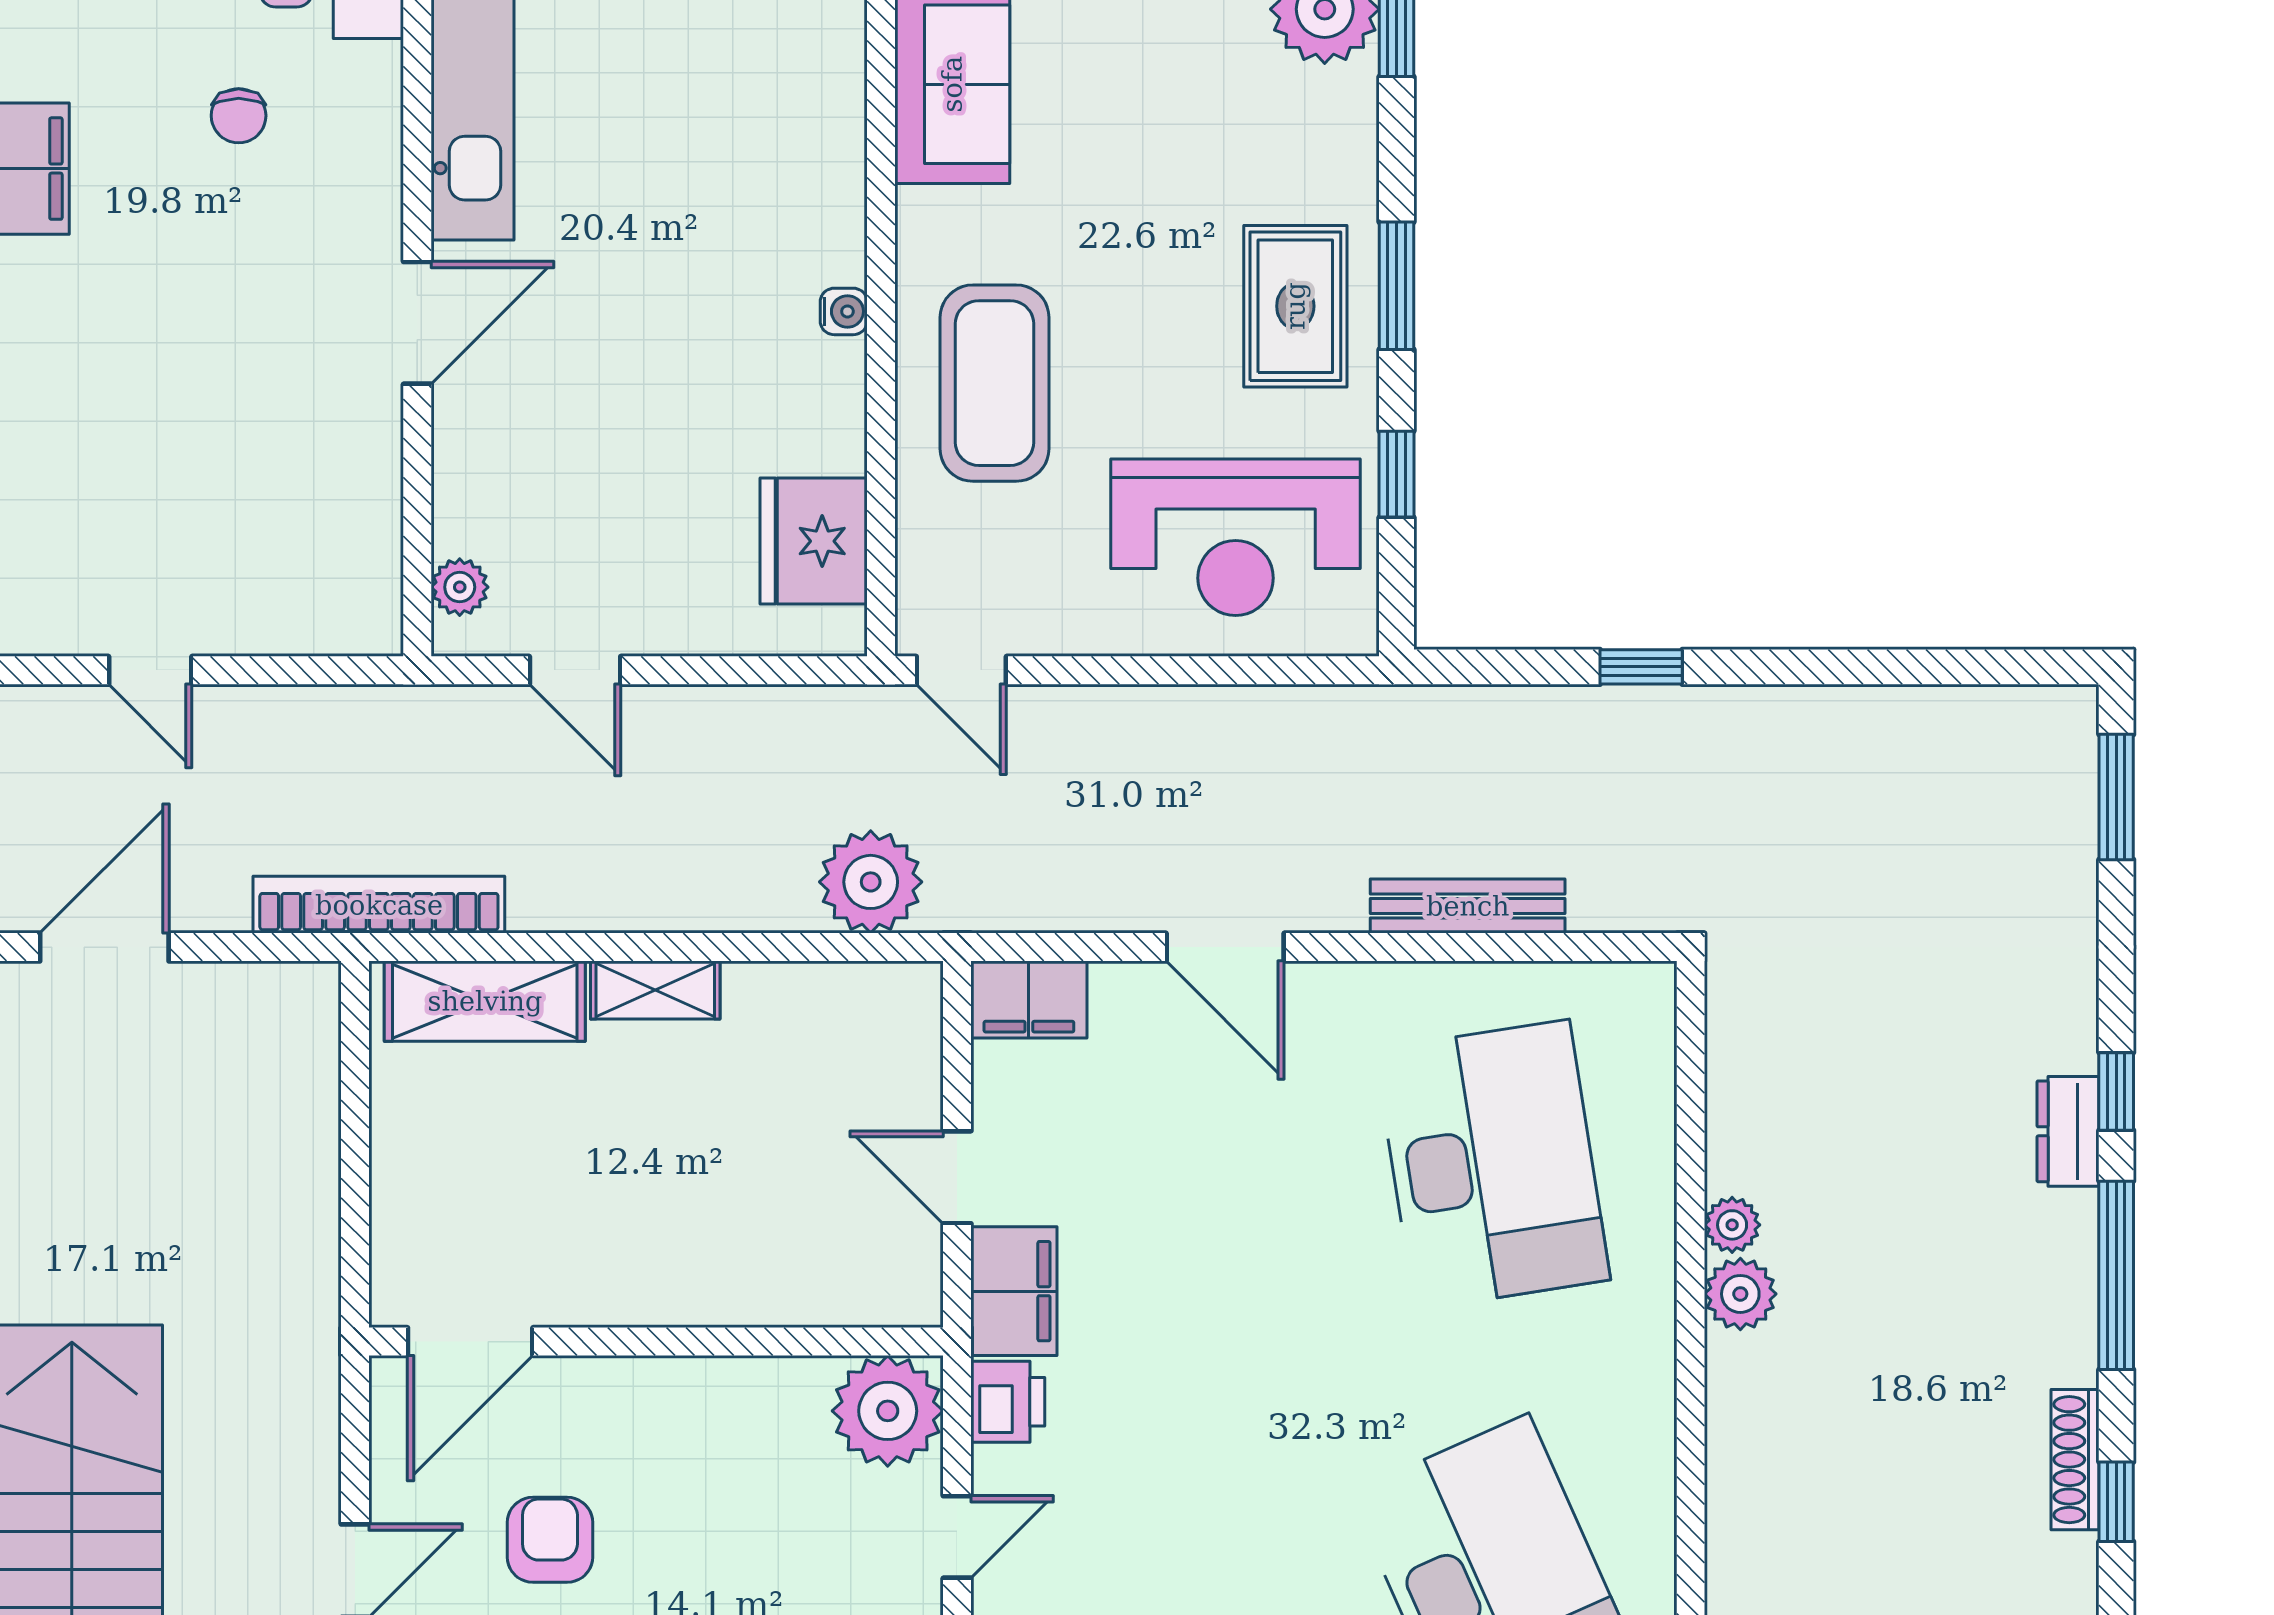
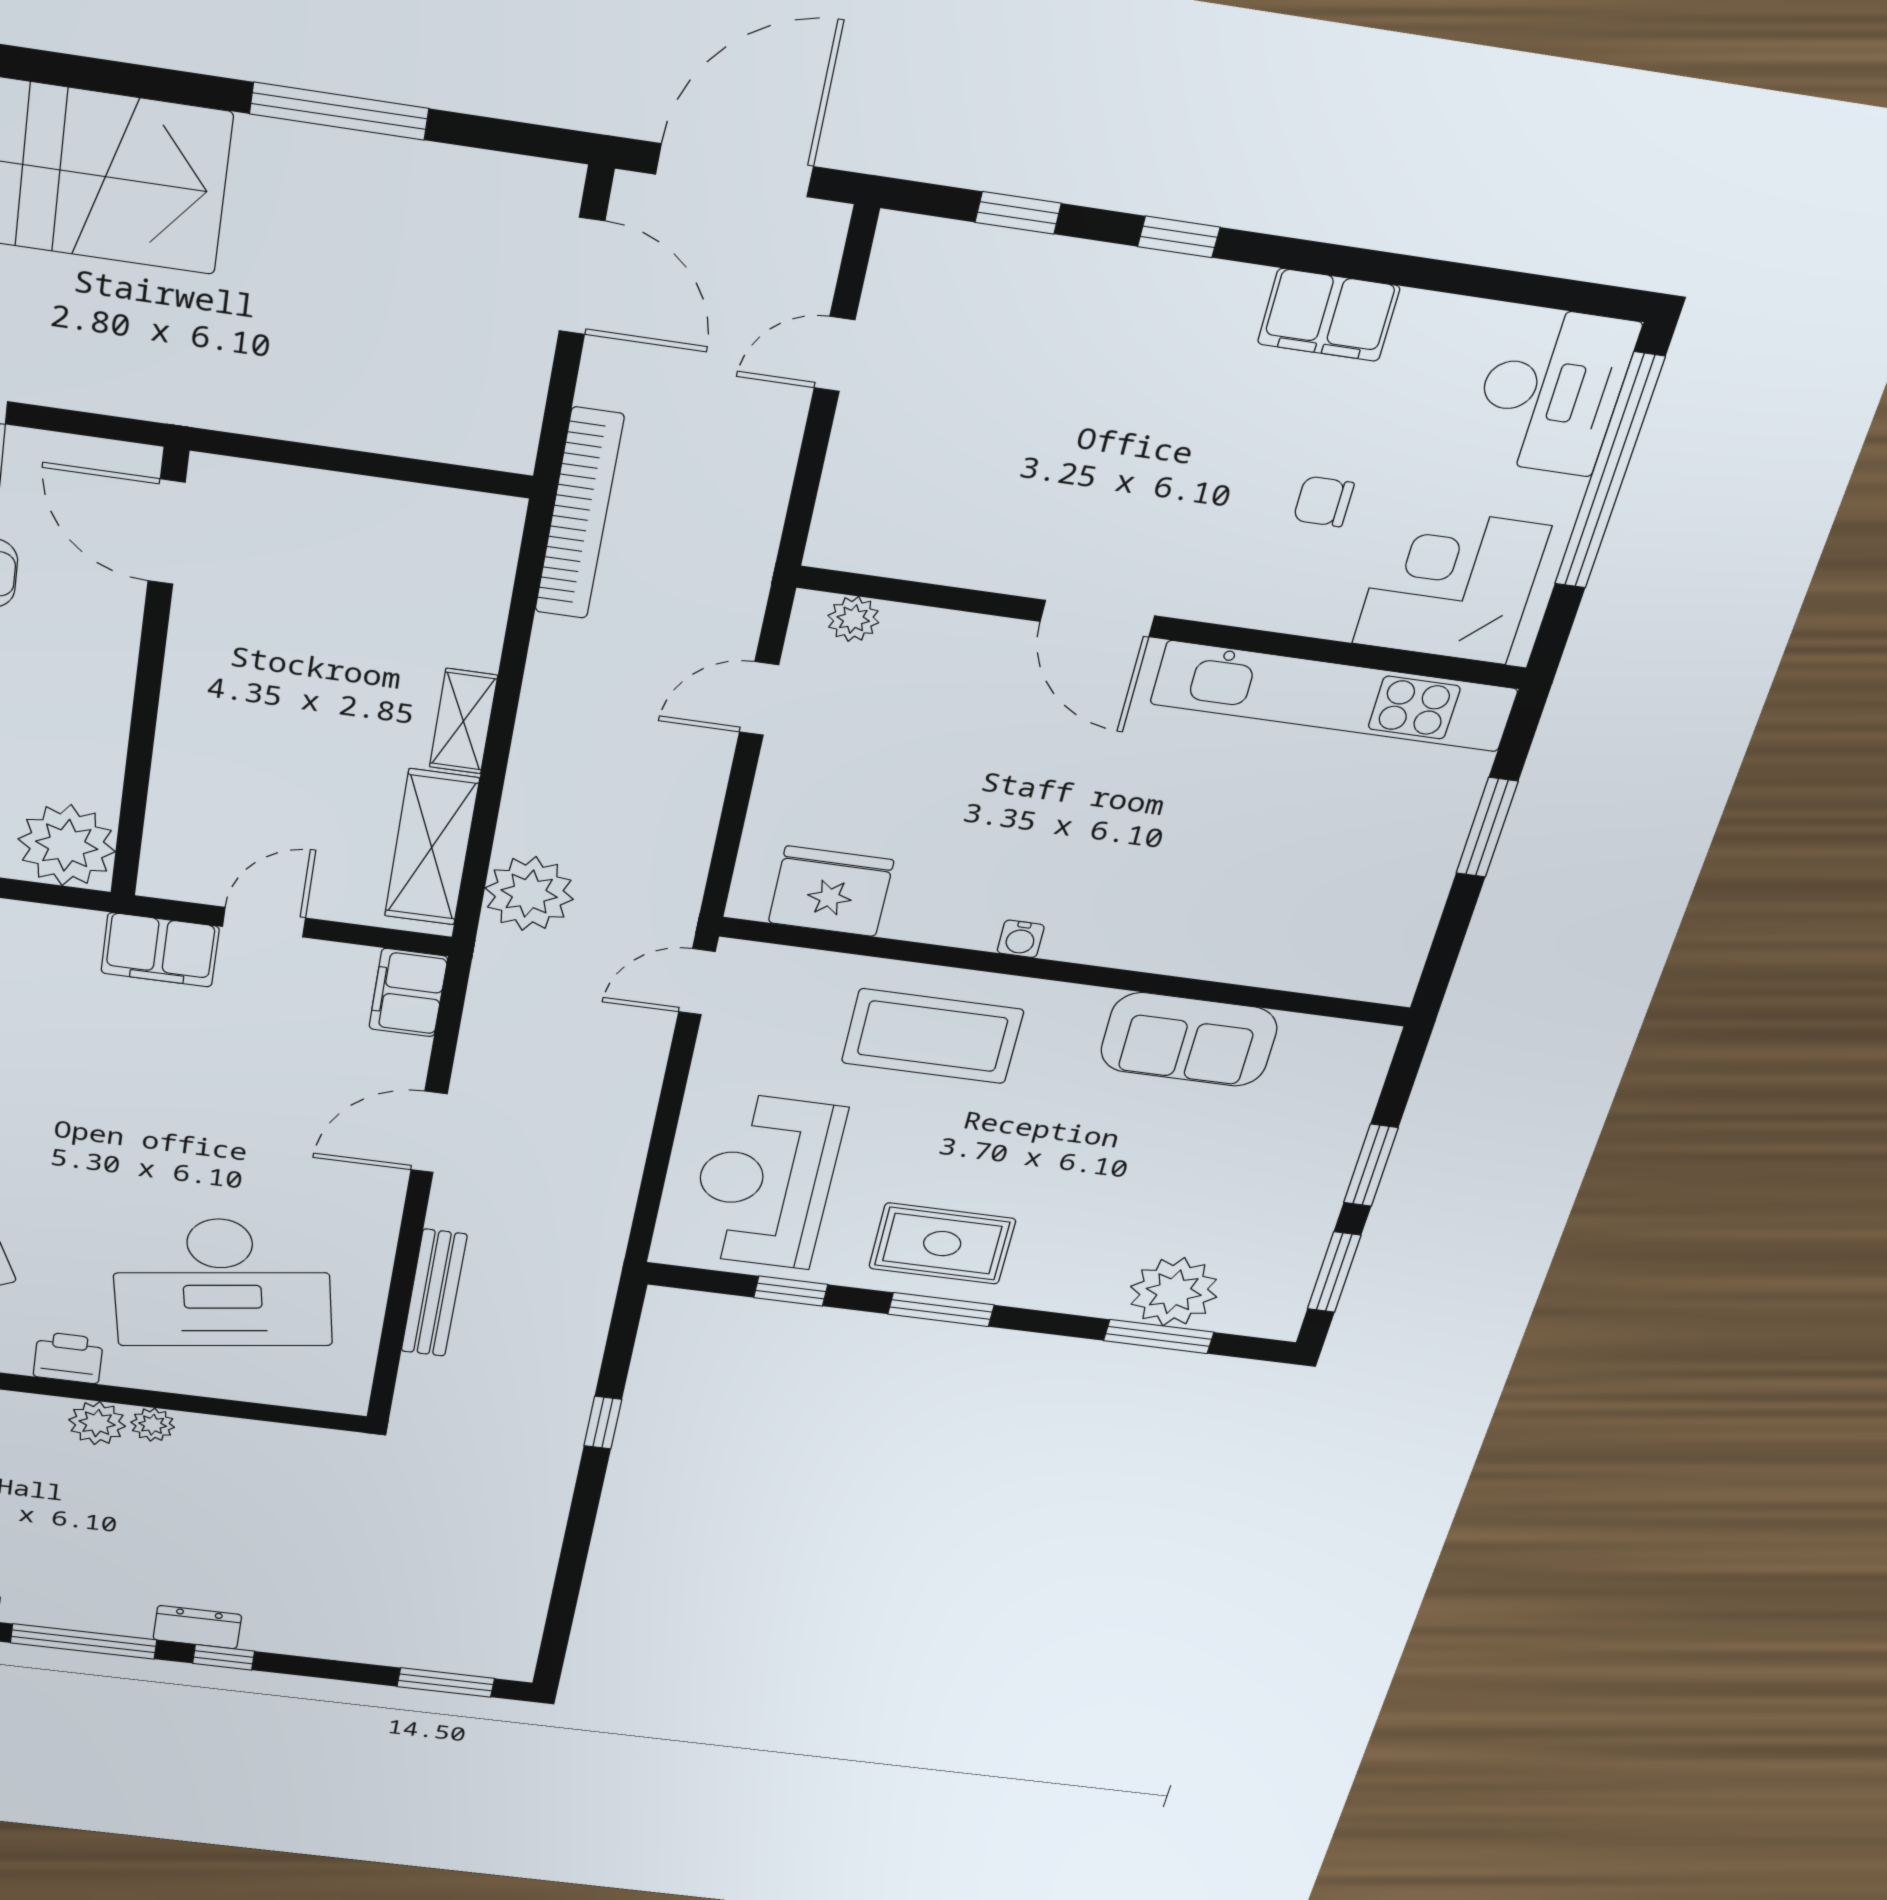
shelving: (485, 1001) -> (432, 847), moved
printer: (1008, 1402) -> (68, 1358), moved, turned 180

